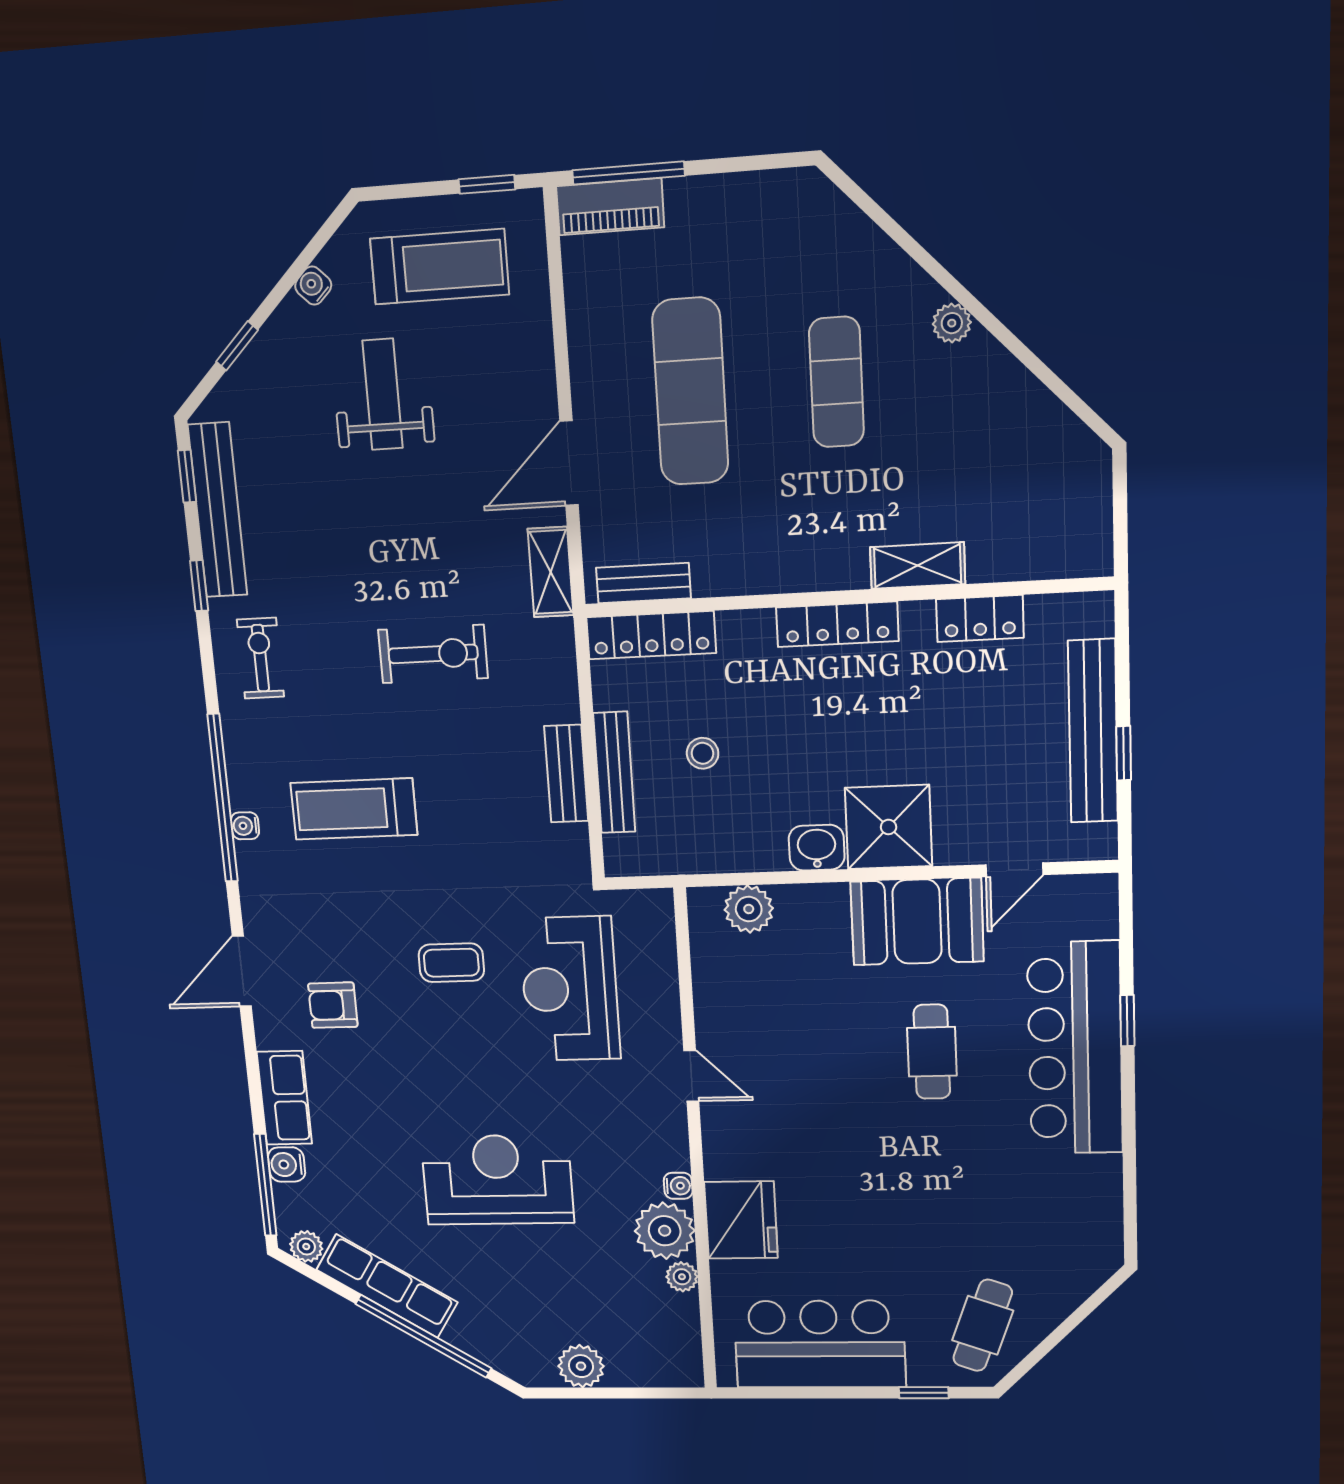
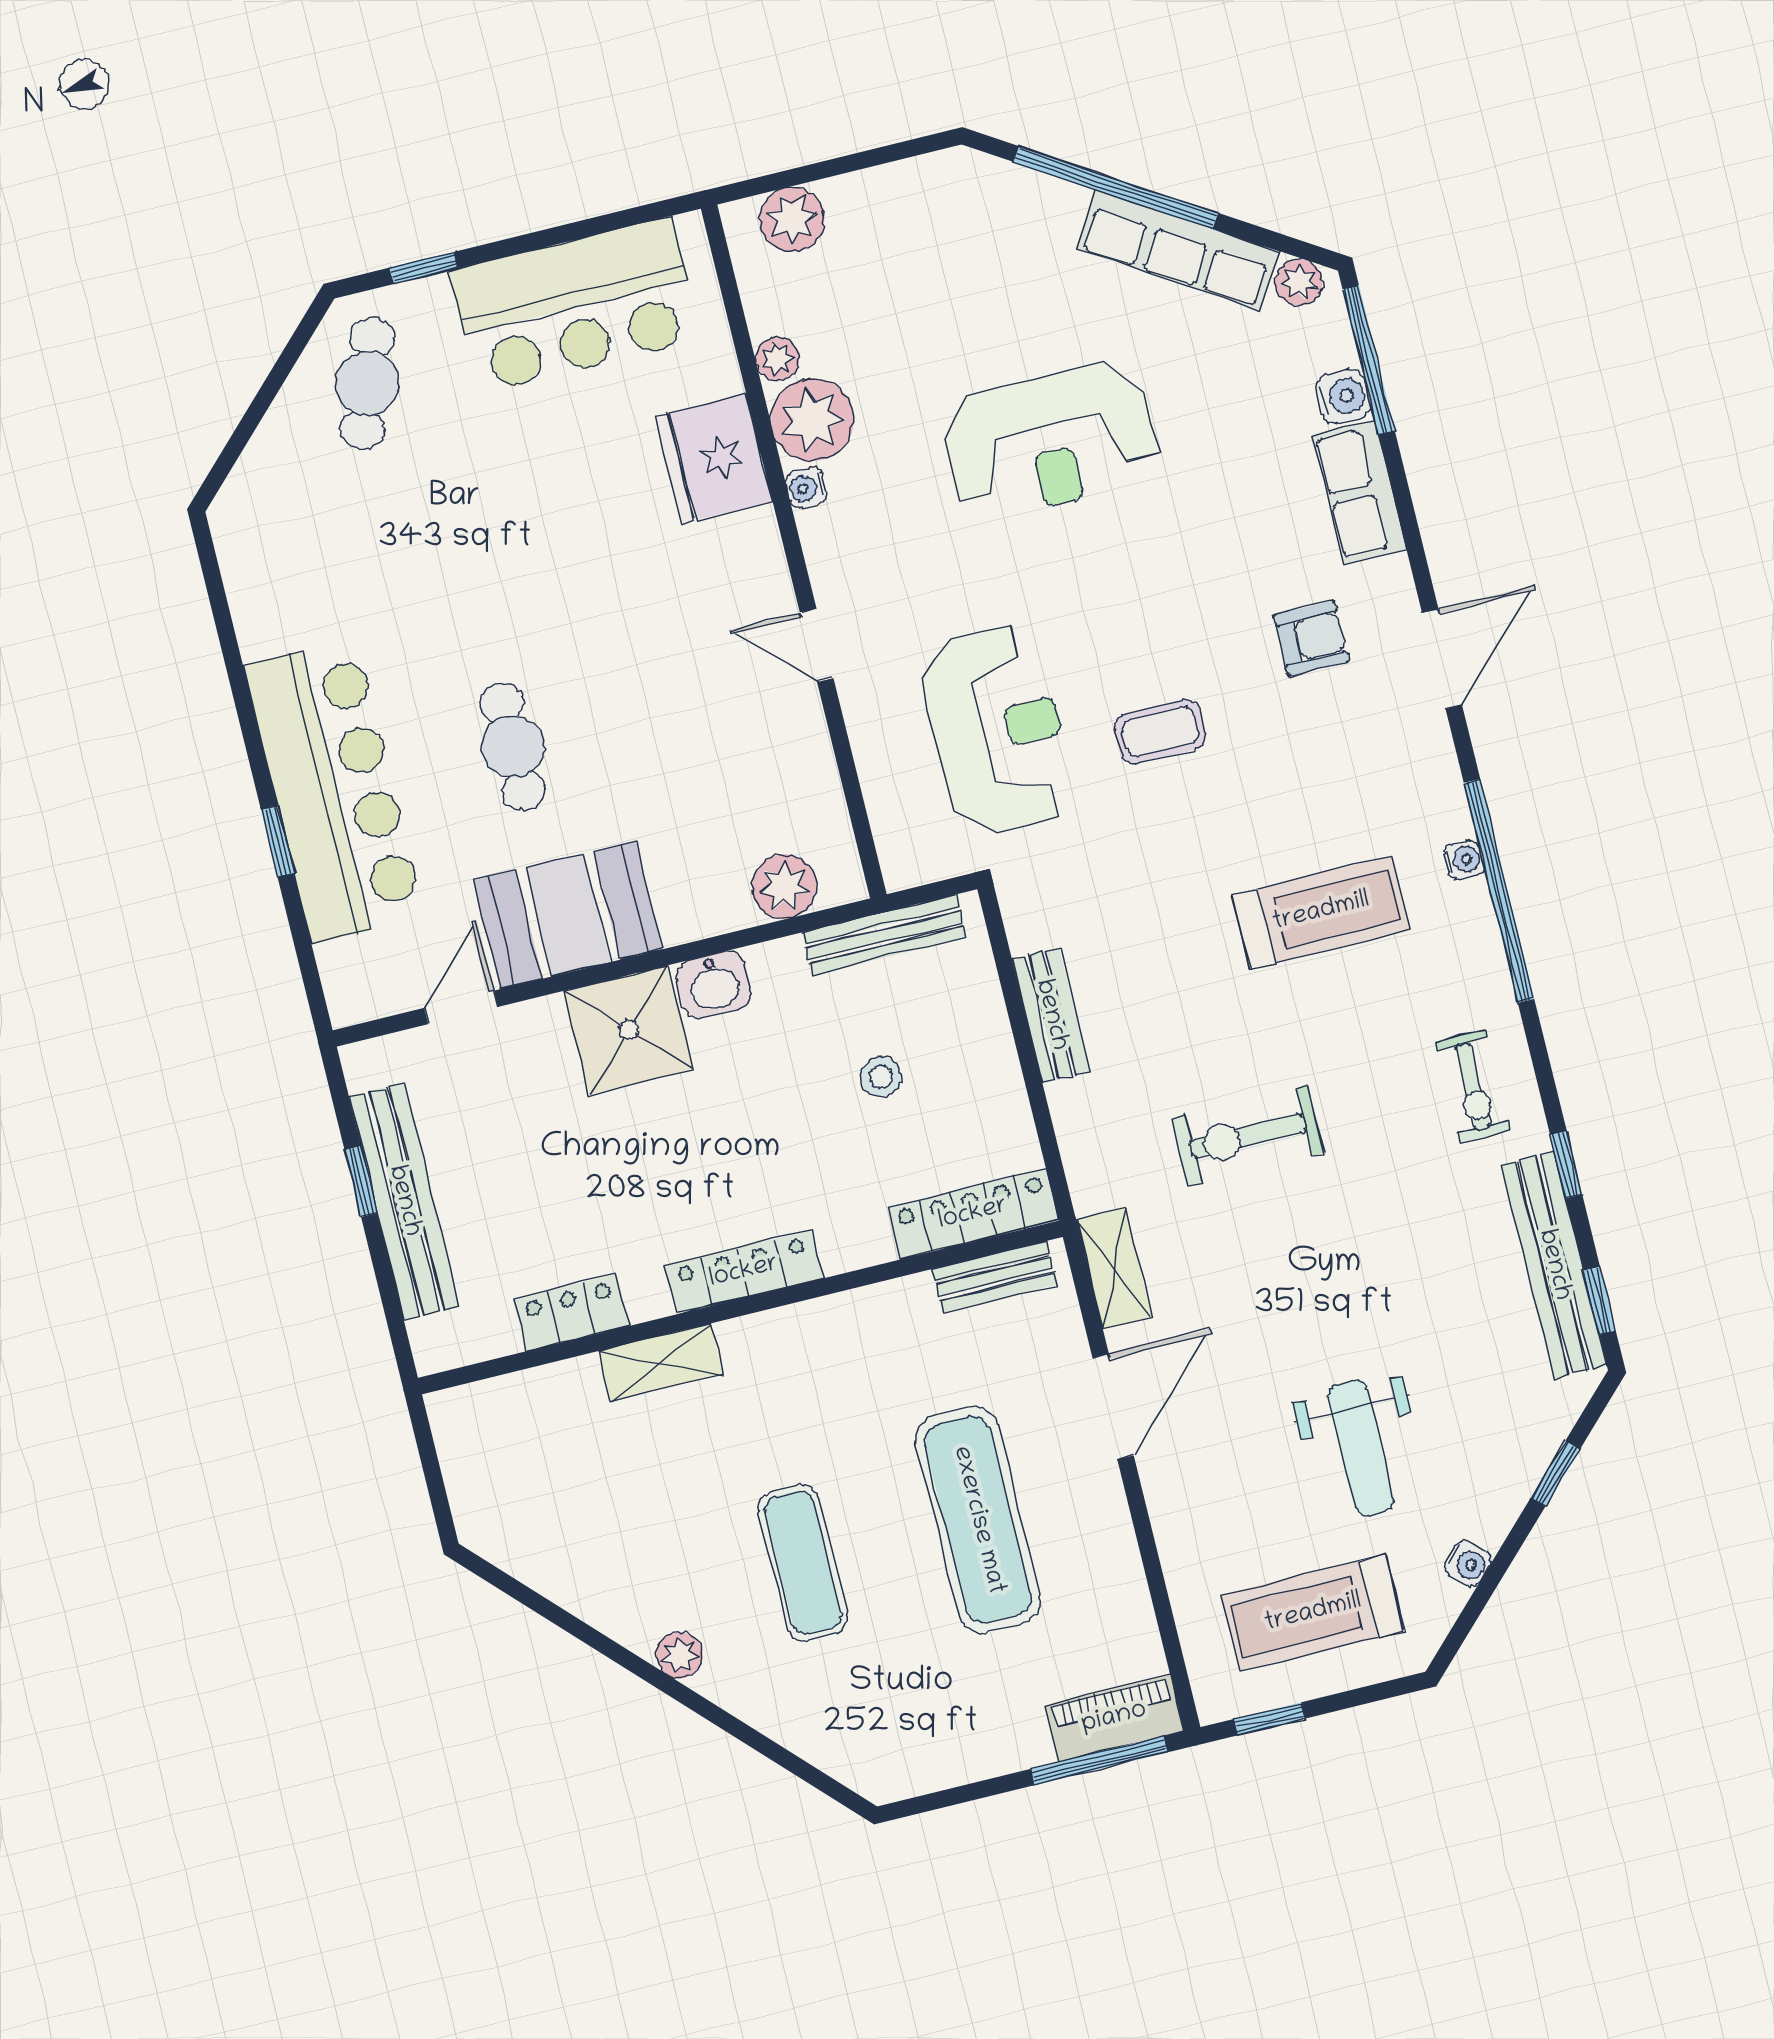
bench: (614, 773) -> (884, 935), moved, turned 90
plant: (581, 1366) -> (792, 219), moved

